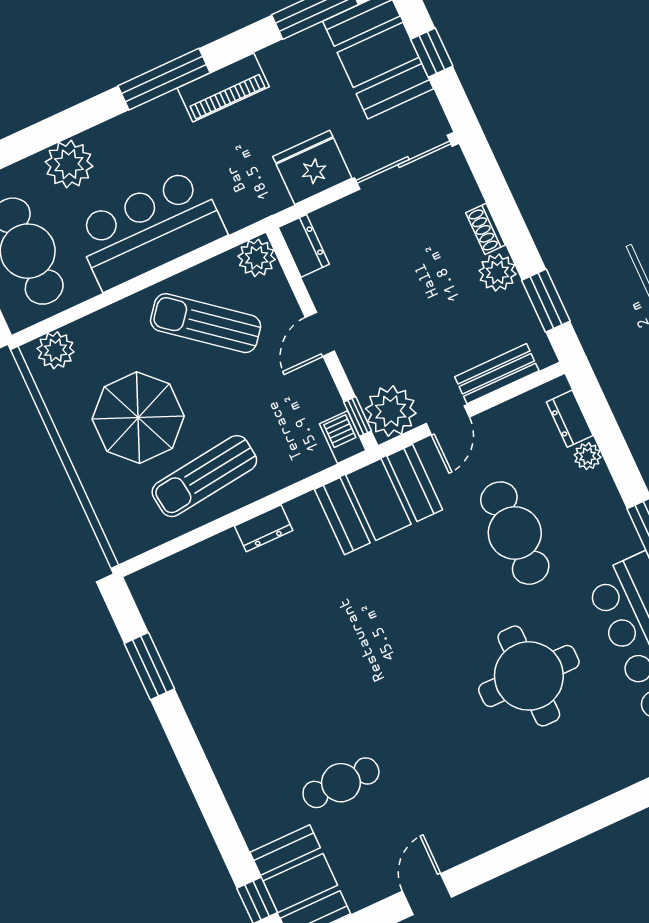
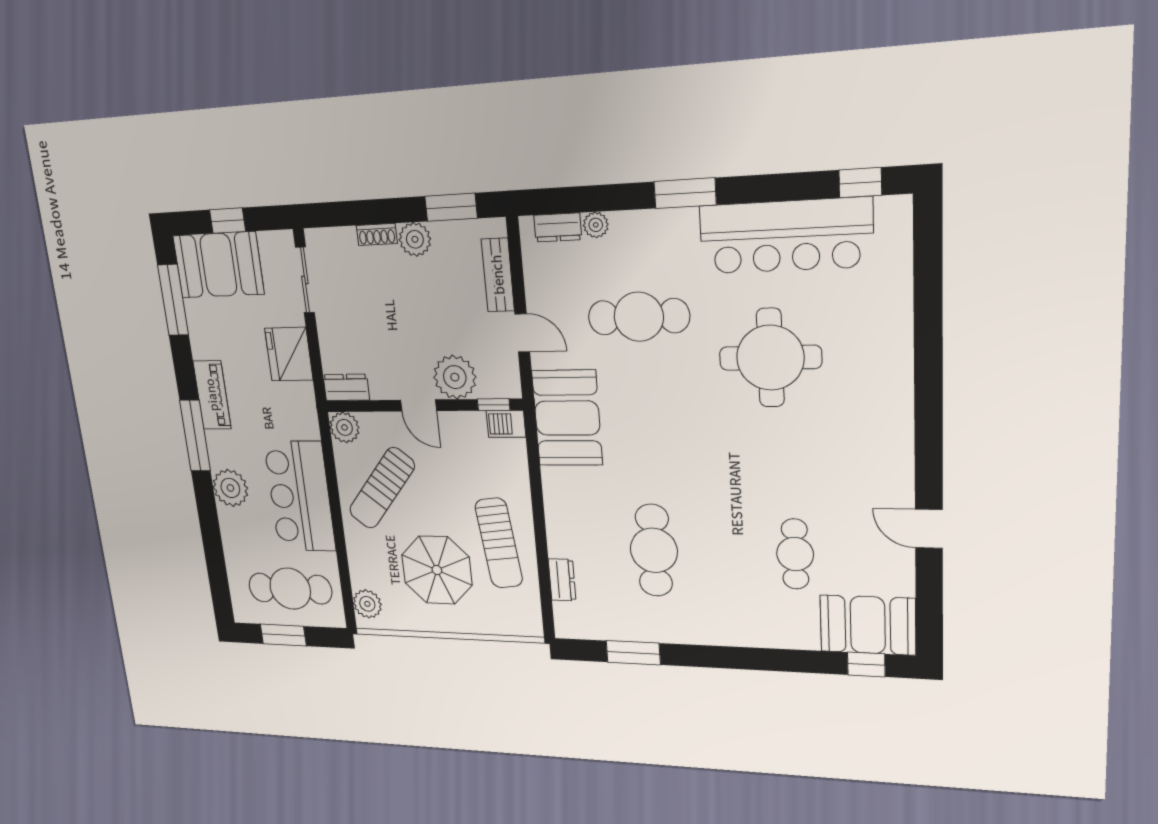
sliding door: (404, 162) -> (305, 280), width x0.73
plant: (69, 164) -> (230, 488), moved
plant: (391, 411) -> (455, 377), moved
dresser: (264, 528) -> (562, 580), moved
cafe table: (277, 643) -> (654, 550), added

